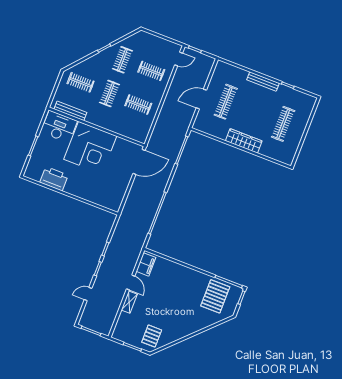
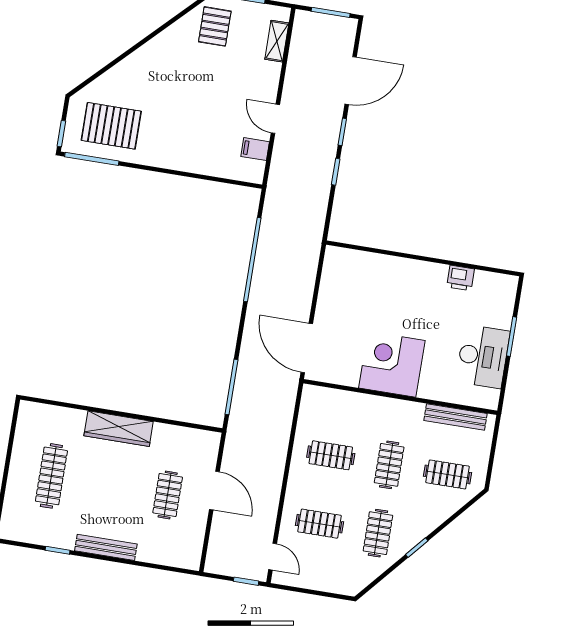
door: (179, 59) -> (273, 557), swing flipped
door: (201, 99) -> (214, 491), hinge flipped
clothes rail: (226, 102) -> (168, 495), width x0.73
desk: (59, 127) -> (483, 356), moved, turned -90
corner desk: (90, 148) -> (392, 364), width x0.74, depth x0.74
door: (139, 162) -> (307, 348), hinge flipped
printer: (54, 179) -> (460, 278), width x0.53, depth x0.68
filing cabinet: (146, 264) -> (255, 149), width x0.50
door: (88, 294) -> (351, 81), width x1.88
pallet: (215, 296) -> (111, 126), turned 90
shelving: (129, 302) -> (277, 41), moved

